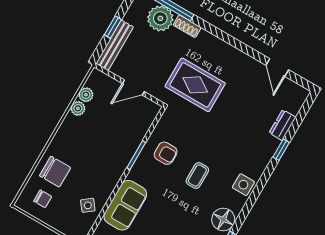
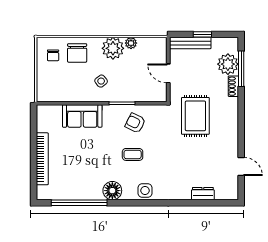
door: (277, 68) -> (241, 166), swing flipped
plant: (86, 95) -> (113, 48), moved, width x1.88, depth x1.88
window: (281, 150) -> (185, 203), removed
armchair: (166, 153) -> (135, 123), turned 116
side table: (88, 205) -> (101, 81), moved

